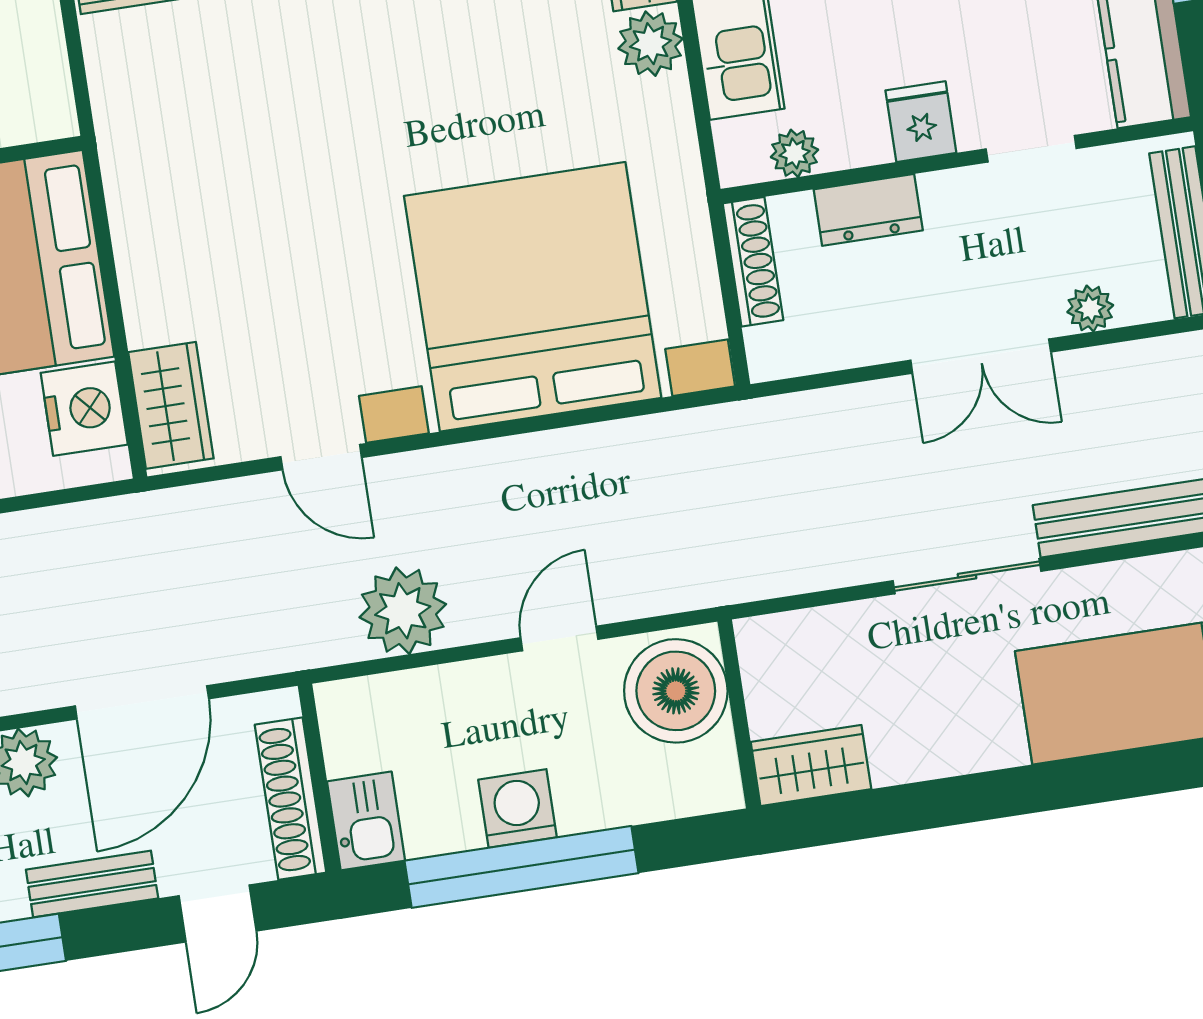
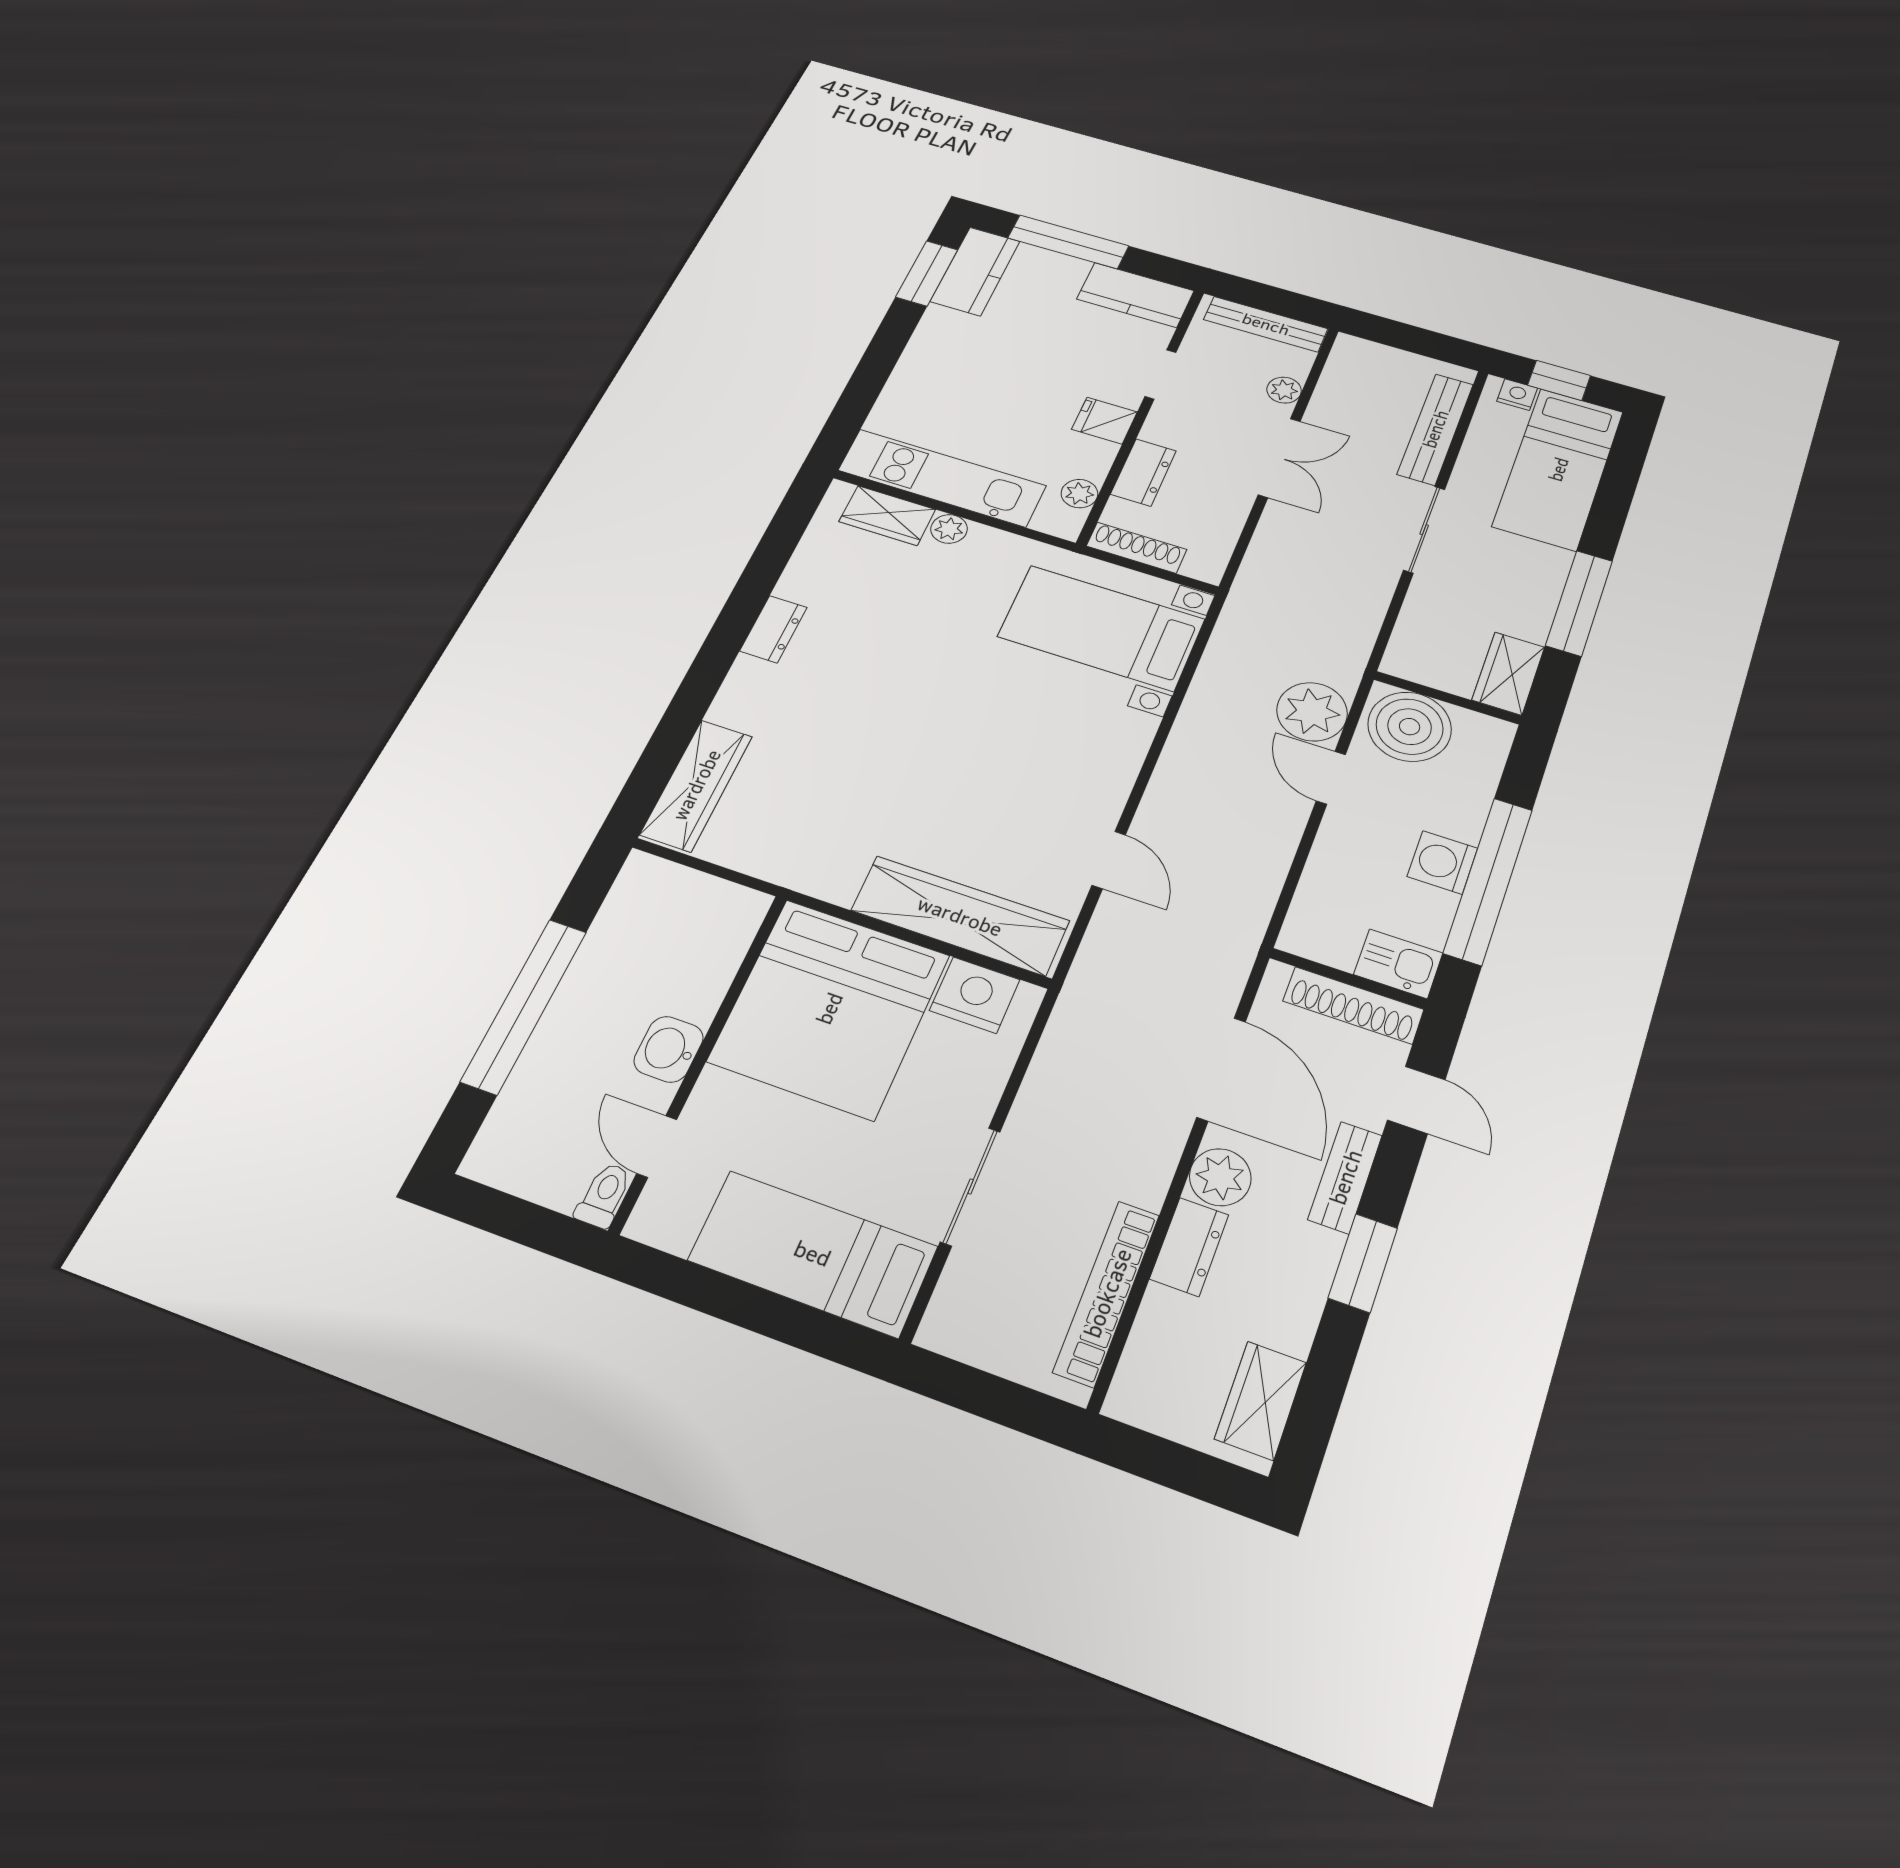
plant: (651, 44) -> (949, 529), width x0.73, depth x0.73
bed with nightstands: (533, 297) -> (1101, 628), width x0.54
wardrobe: (171, 405) -> (960, 916), width x2.10, depth x1.17
door: (321, 457) -> (1109, 860), hinge flipped
plant: (403, 611) -> (1312, 712), moved
window: (958, 800) -> (1579, 603), added

